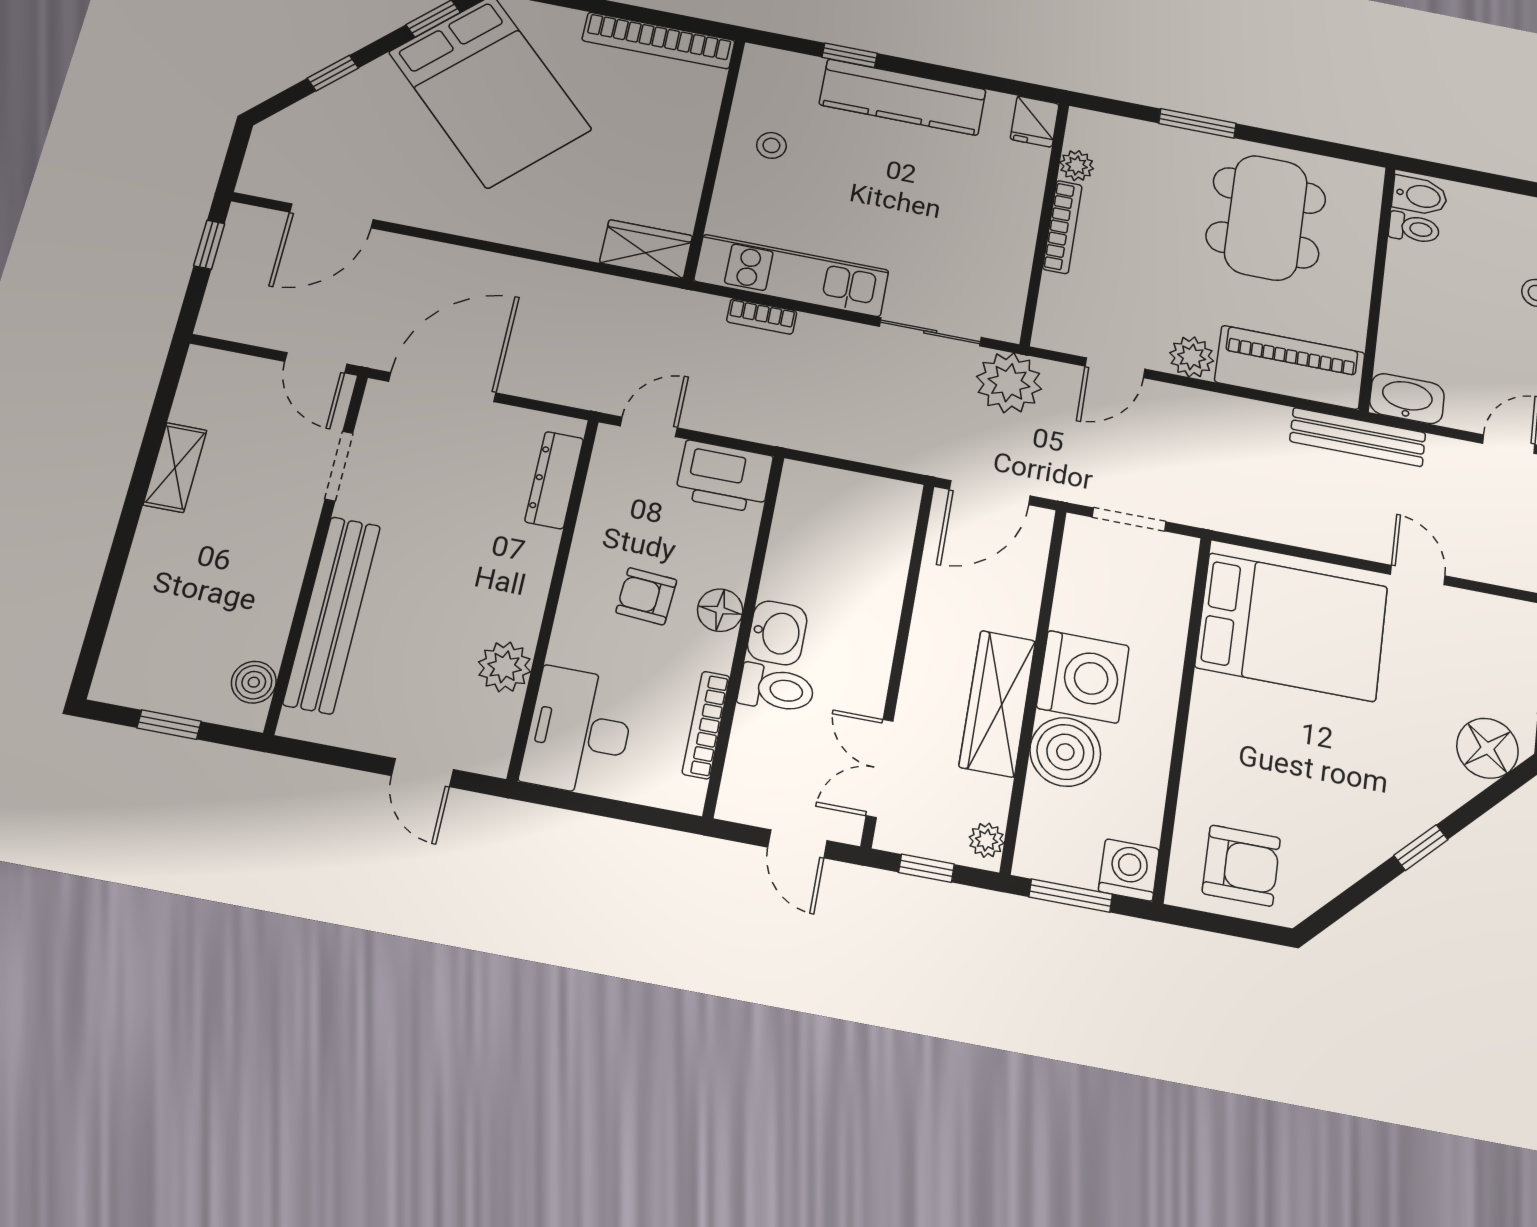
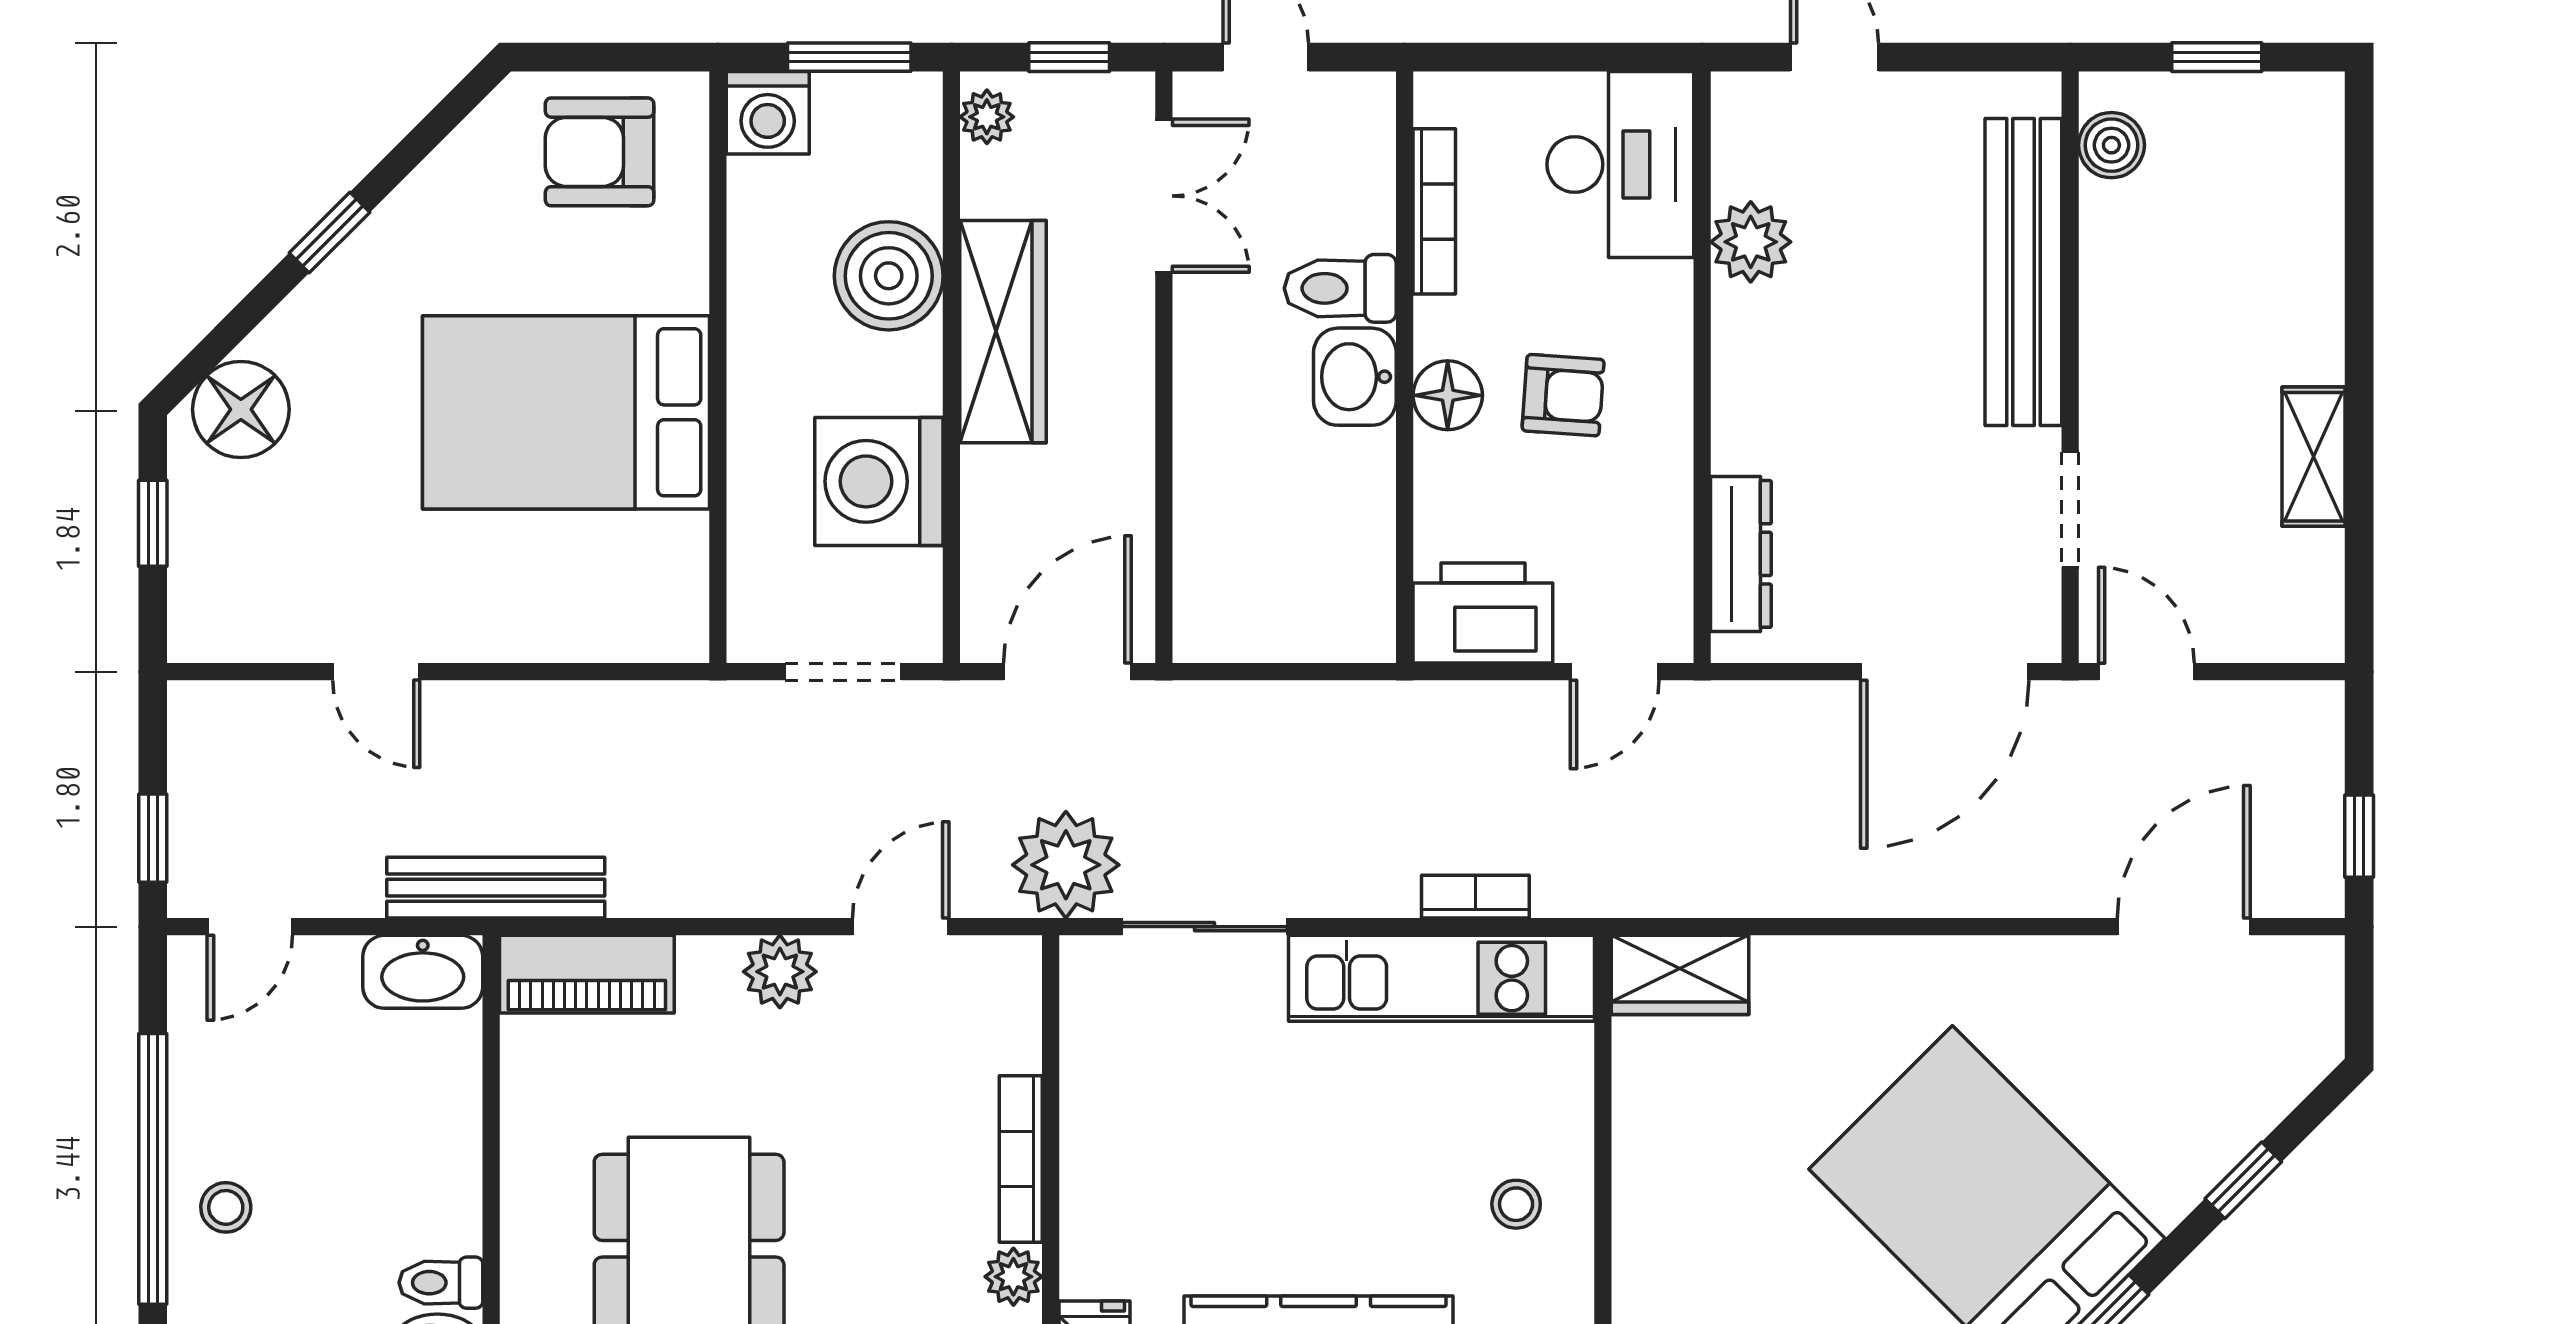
piano: (1290, 367) -> (587, 974), width x0.73, depth x0.75
bed: (1292, 627) -> (566, 412), moved
washing machine: (1083, 677) -> (879, 481), moved

